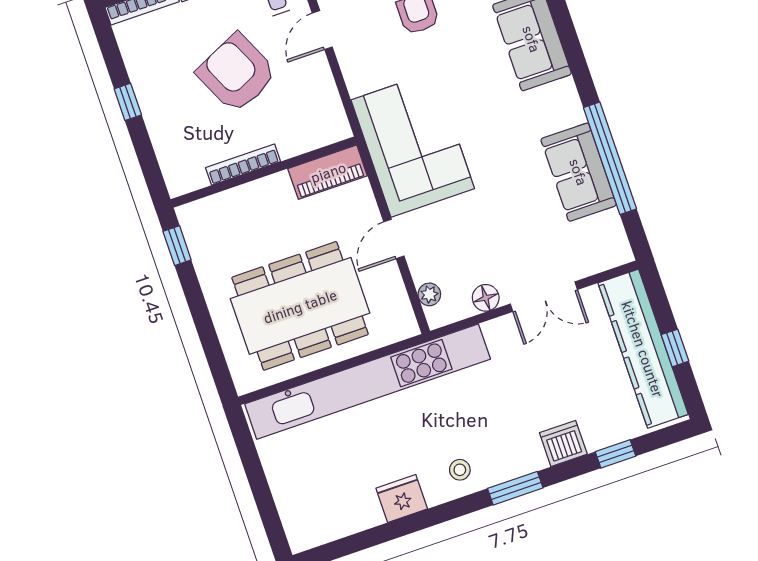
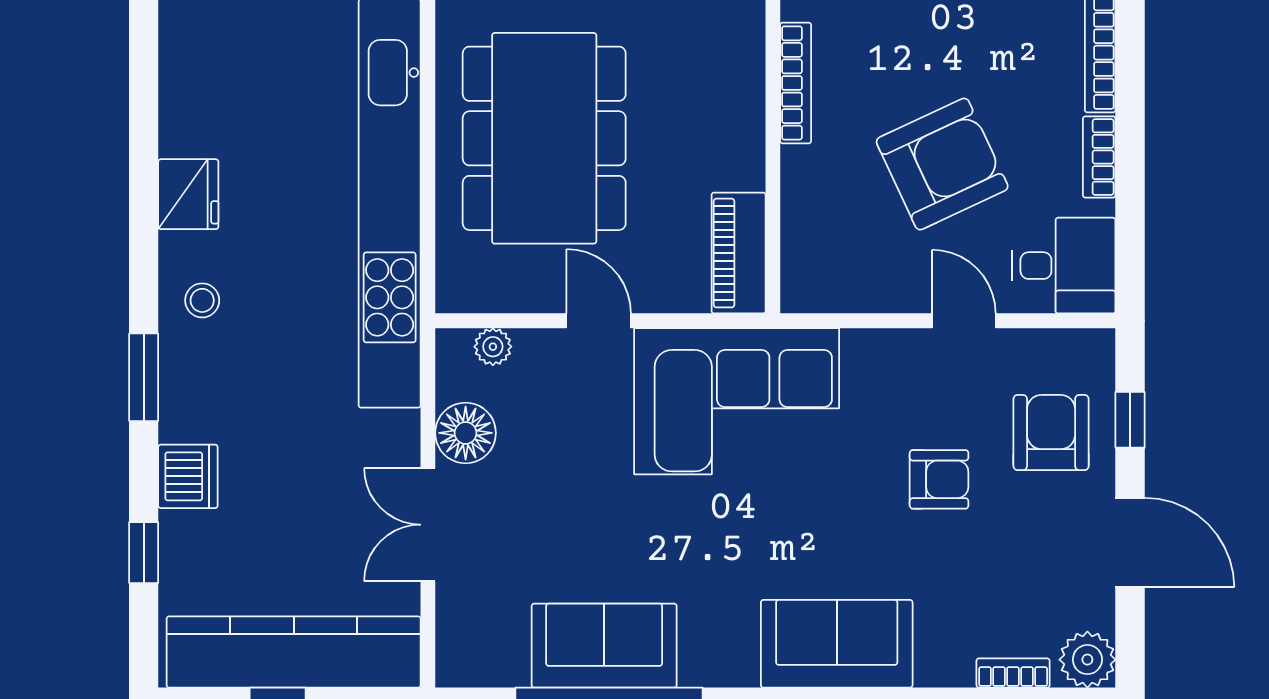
bookcase: (243, 165) -> (796, 83), moved
floor lamp: (486, 298) -> (466, 433), width x1.38, depth x1.38

